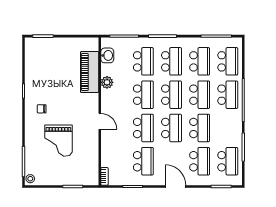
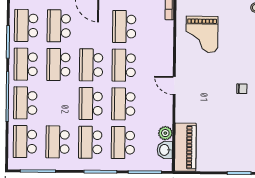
piano: (90, 72) -> (185, 147), moved
plant: (107, 82) -> (165, 133), moved
school desk: (200, 95) -> (26, 64), moved
door: (100, 121) -> (174, 85), moved
grand piano: (58, 141) -> (202, 34), moved, turned 180

